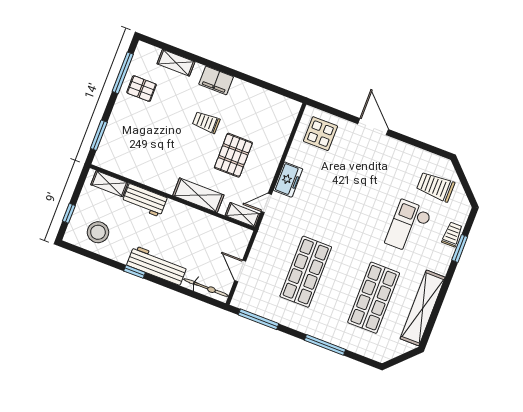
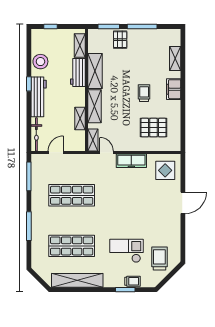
window: (123, 73) -> (142, 27), moved
pallet: (142, 89) -> (120, 40), moved
pallet: (233, 155) -> (154, 128), moved
shelving: (151, 177) -> (95, 71), added
freezer: (288, 180) -> (131, 161), width x1.40
shelving: (207, 221) -> (80, 119), added
stool: (98, 232) -> (40, 62), moved

